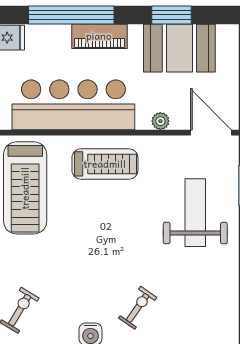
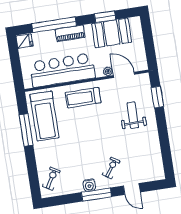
door: (211, 133) -> (124, 75), moved
treadmill: (105, 164) -> (83, 98), turned 180
weight bench: (195, 213) -> (133, 115), width x0.73, depth x0.75

